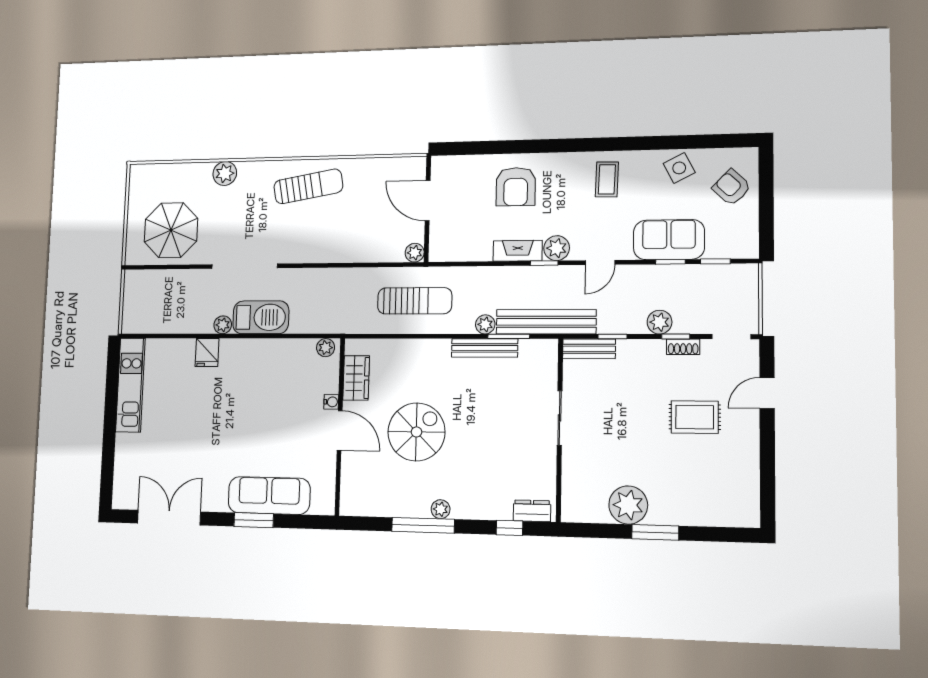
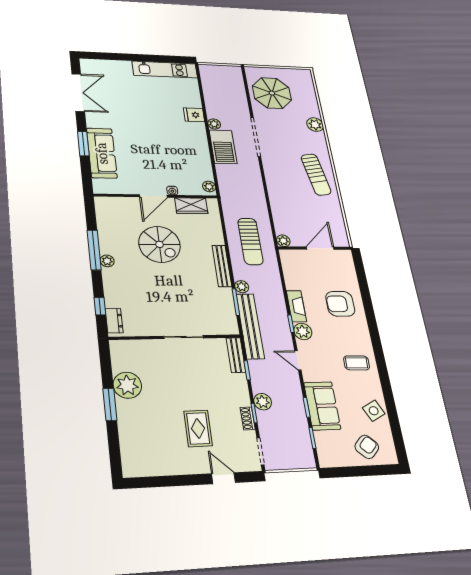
bench: (485, 348) -> (222, 266), moved

